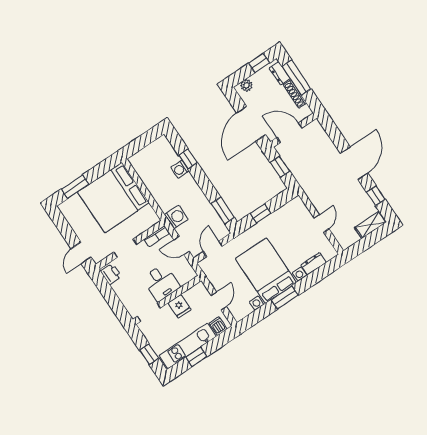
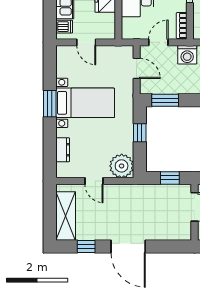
plant: (296, 210) -> (122, 166), added
shelving: (370, 225) -> (66, 216), width x1.50, depth x1.33
bed with nightstands: (266, 271) -> (85, 103), width x0.73

